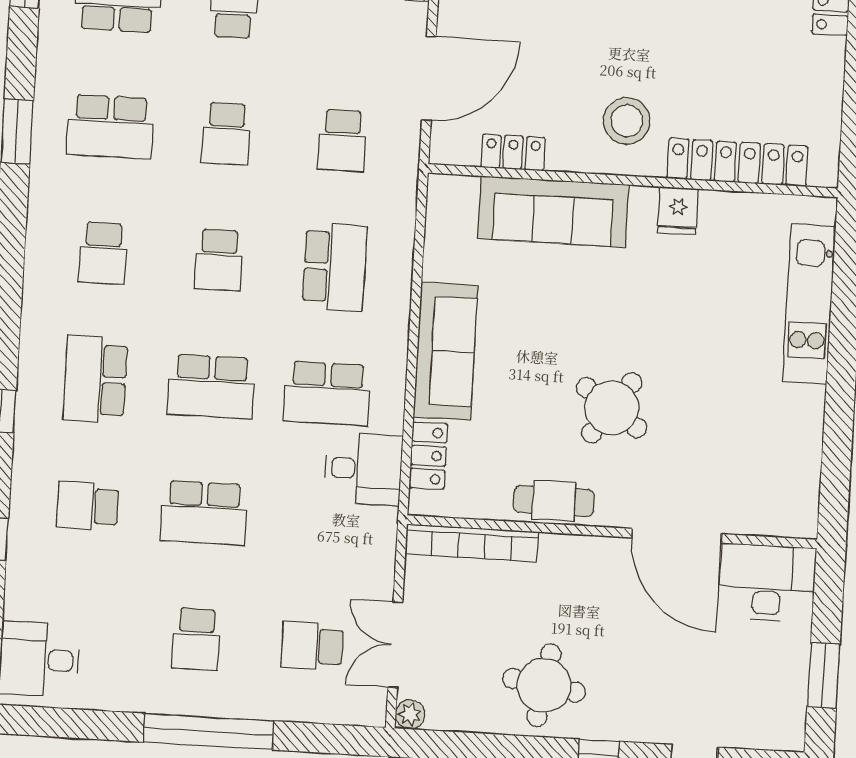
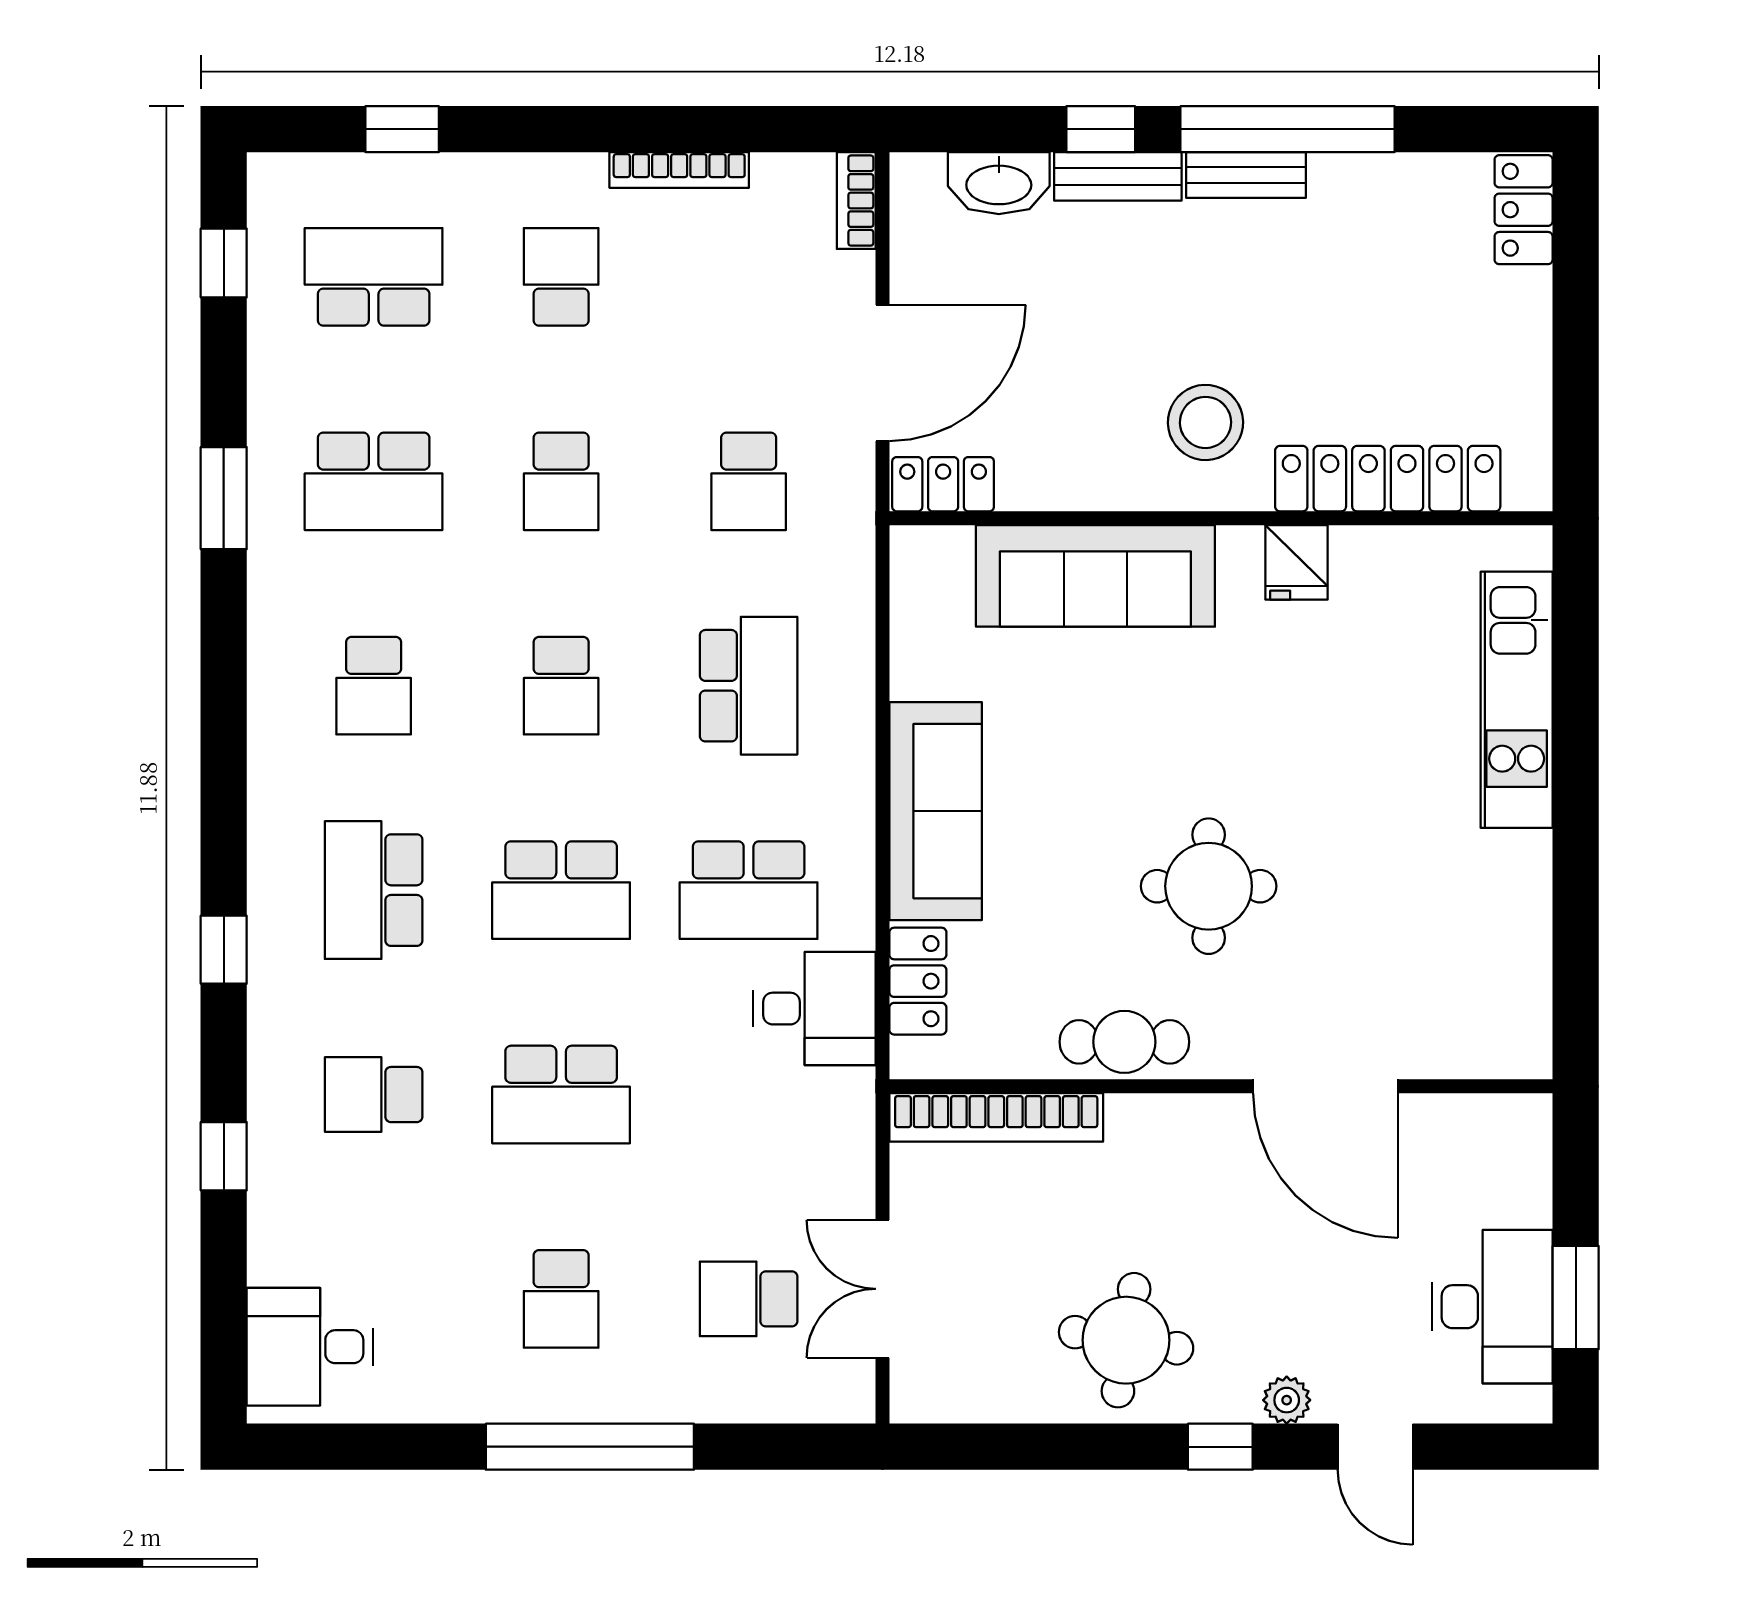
locker: (513, 152) -> (943, 484), moved
round table: (612, 408) -> (1209, 886), turned -35
desk: (767, 583) -> (1492, 1307), moved, turned 90
plant: (410, 715) -> (1287, 1400), moved

